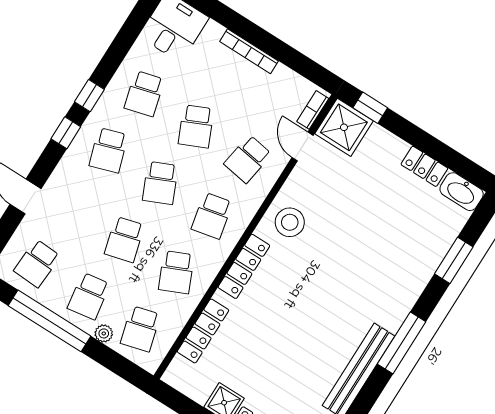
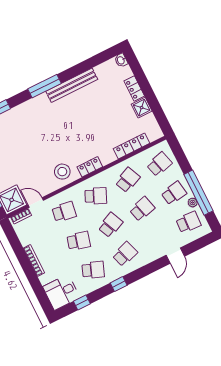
school desk: (144, 94) -> (93, 270), turned 36
school desk: (196, 126) -> (79, 241), turned 39
window: (66, 133) -> (82, 302), moved
door: (303, 147) -> (36, 203), swing flipped
school desk: (212, 216) -> (96, 196), turned 36
locker: (244, 266) -> (90, 167), width x0.66
plant: (104, 333) -> (193, 203), moved

